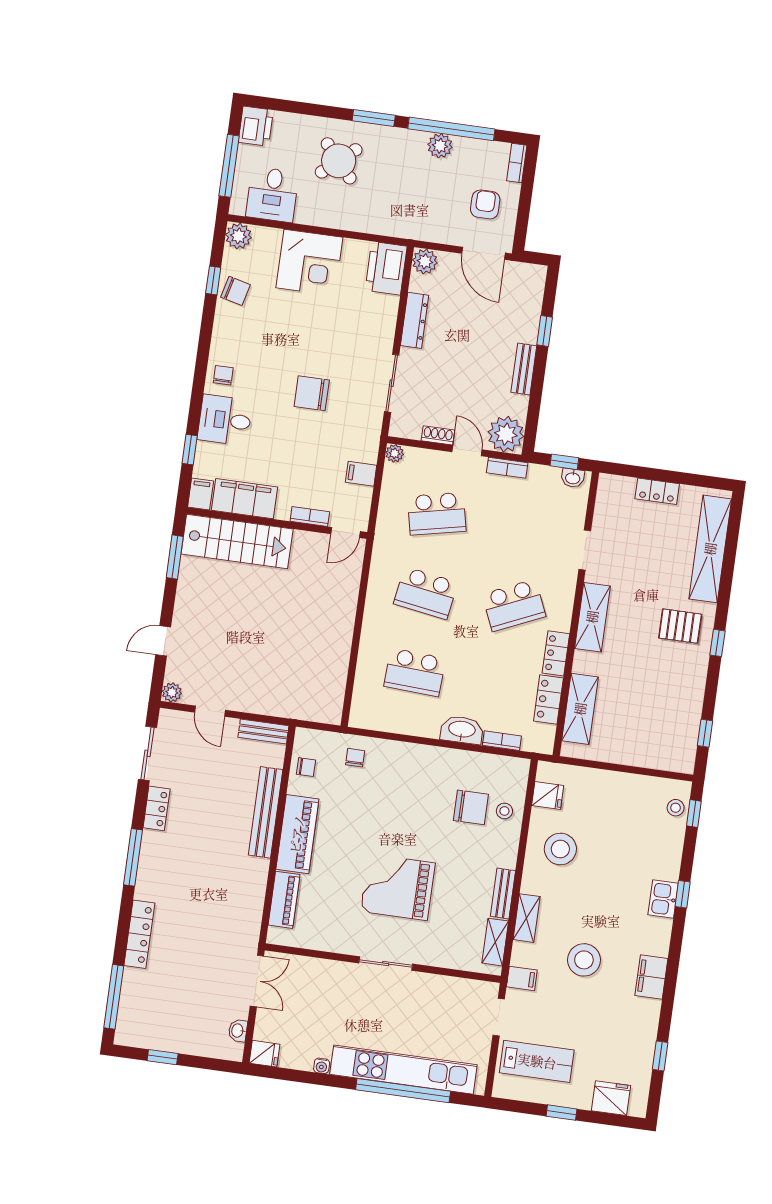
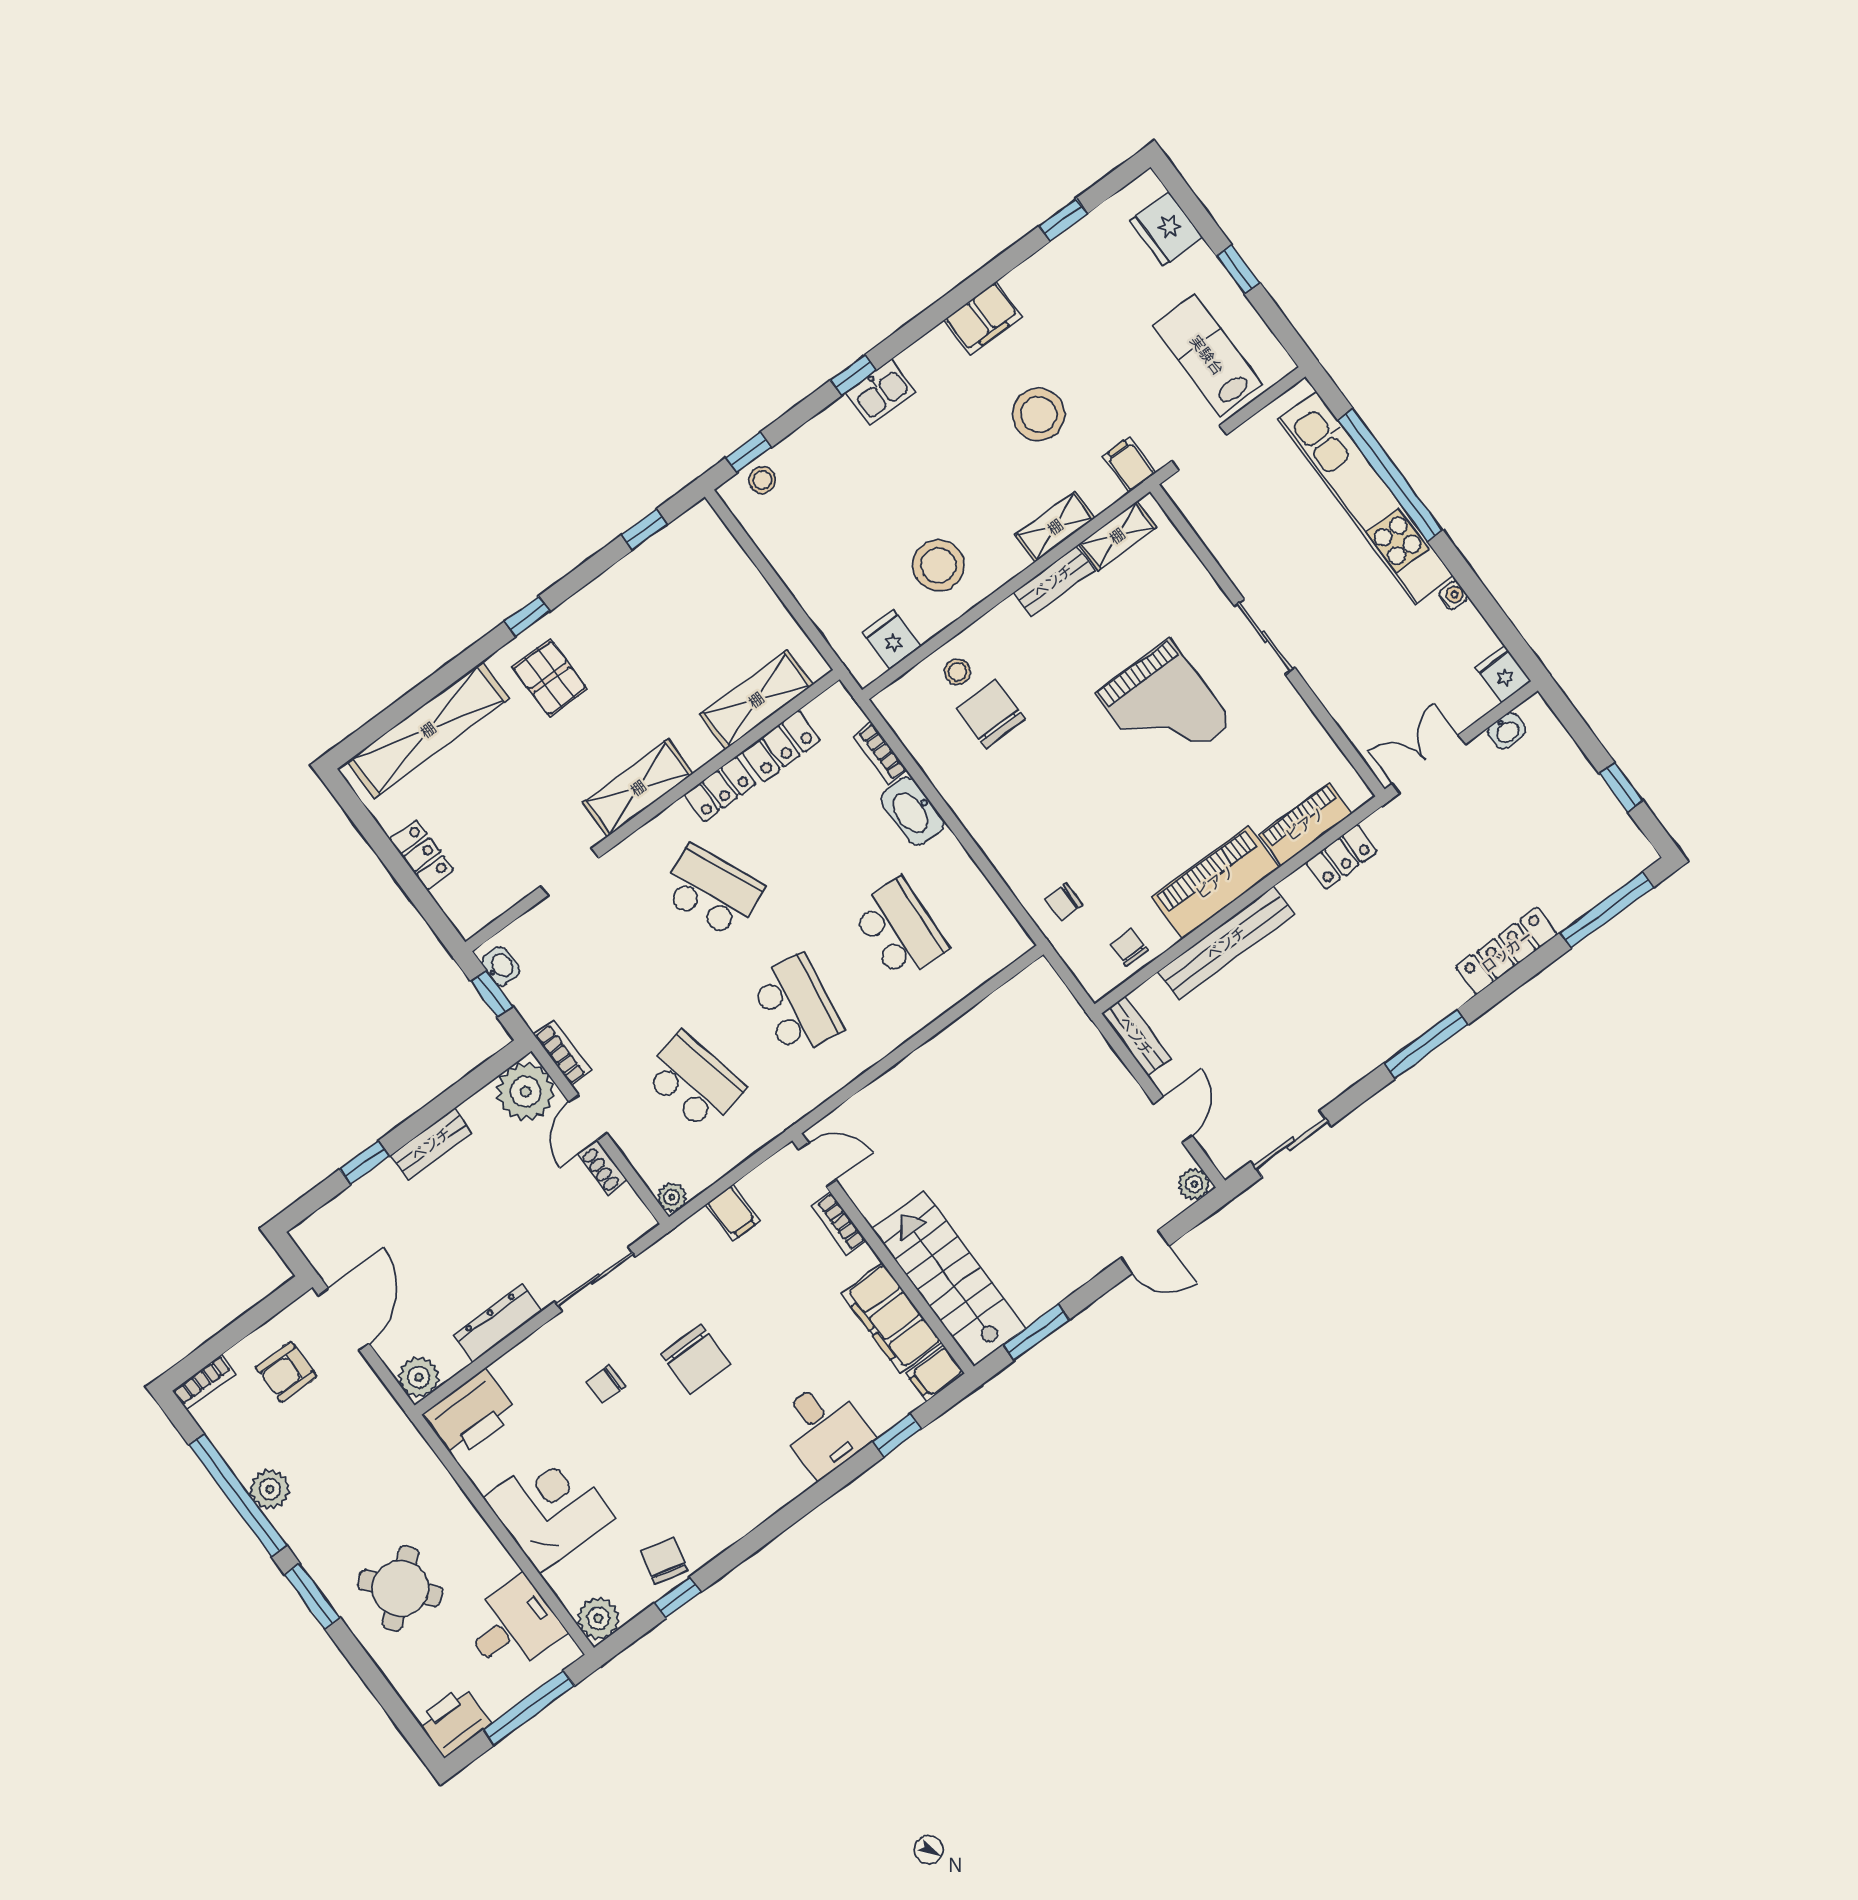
chair: (223, 375) -> (606, 1384), moved
locker: (157, 808) -> (1341, 857), moved, turned 180

